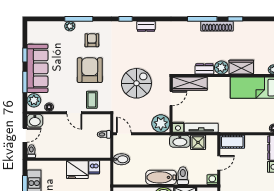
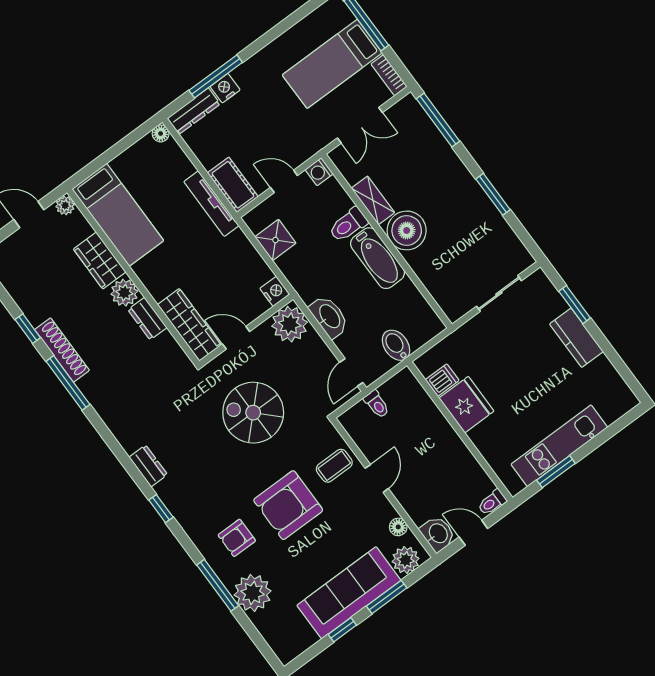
plant: (70, 26) -> (253, 593), width x1.88, depth x1.88
tv unit: (201, 128) -> (211, 204), moved
washbasin: (180, 141) -> (329, 317), moved

